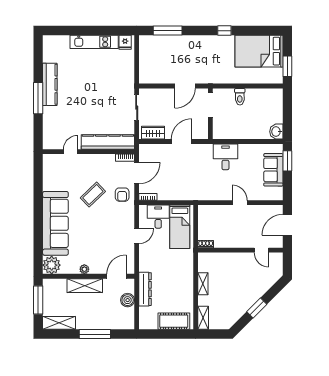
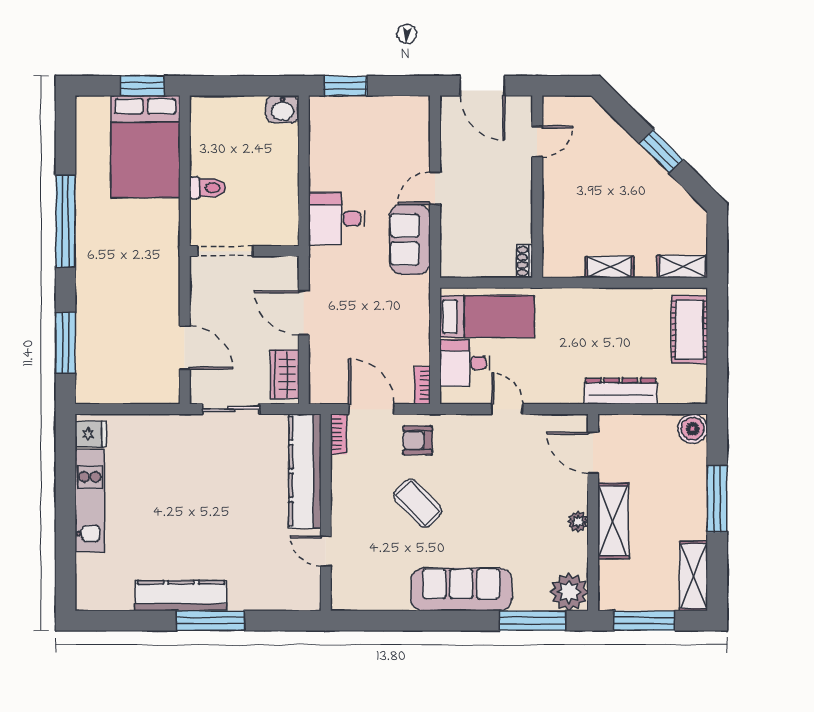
window: (224, 31) -> (66, 221), width x3.17
bed: (259, 51) -> (145, 147), moved
door: (185, 86) -> (185, 348), moved
sofa: (273, 170) -> (410, 240), moved, turned 90
armchair: (122, 195) -> (418, 440), turned 180
sofa: (55, 223) -> (461, 589), width x0.74, depth x0.79
window: (38, 248) -> (533, 621), added
boiler: (128, 300) -> (693, 429), moved

